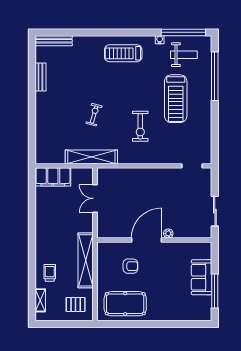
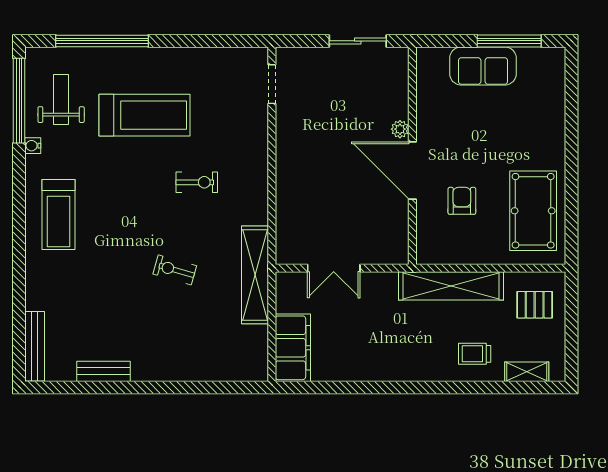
exercise bike: (140, 126) -> (197, 182), width x0.73, depth x0.72
pallet: (76, 305) -> (535, 305), turned 90

